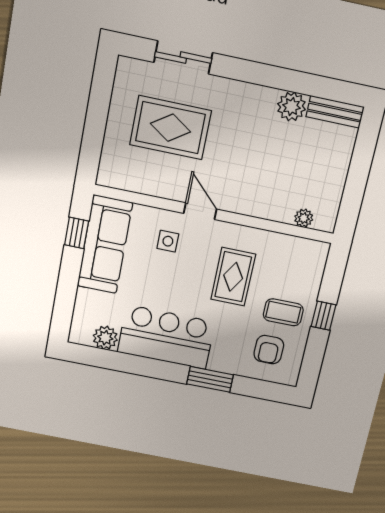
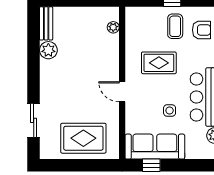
rug: (170, 128) -> (83, 138), moved, turned 90
door: (200, 211) -> (122, 92), hinge flipped
side table: (168, 241) -> (170, 111), moved

